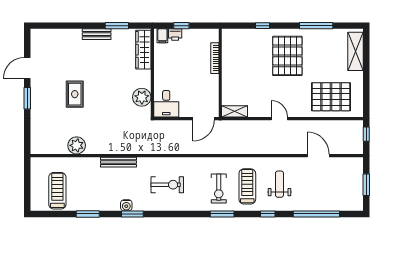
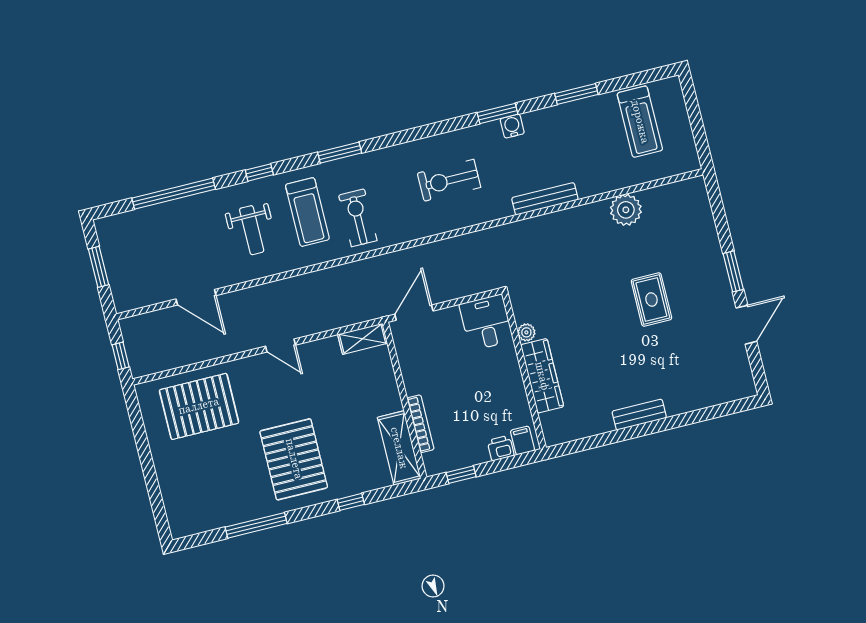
window: (117, 26) -> (607, 438), removed
window: (181, 26) -> (461, 475), moved
wardrobe: (143, 50) -> (542, 376), moved
shelving: (355, 51) -> (399, 448), moved
plant: (142, 97) -> (526, 332), width x0.53, depth x0.53
exercise bike: (219, 189) -> (358, 218), moved

